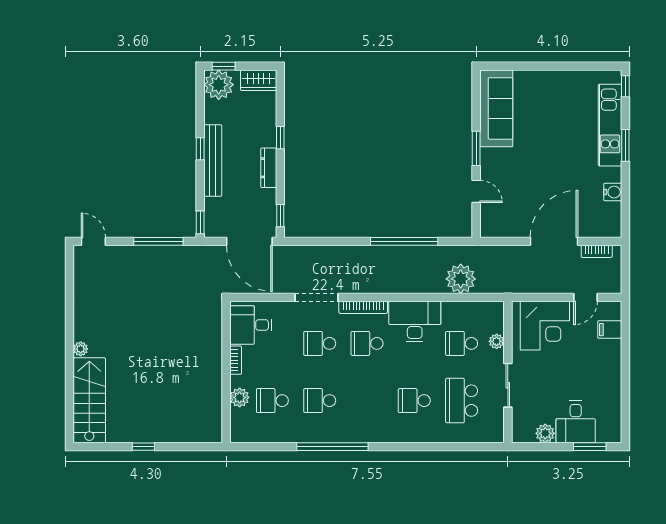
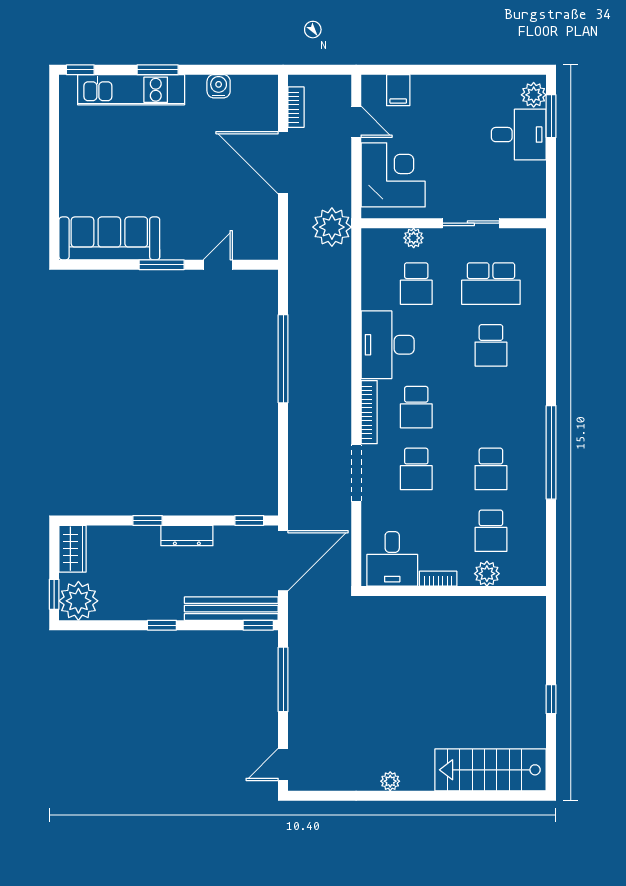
bench: (213, 161) -> (231, 609), moved
plant: (461, 279) -> (332, 227), moved
plant: (81, 349) -> (390, 781), moved
plant: (545, 433) -> (534, 95), moved

